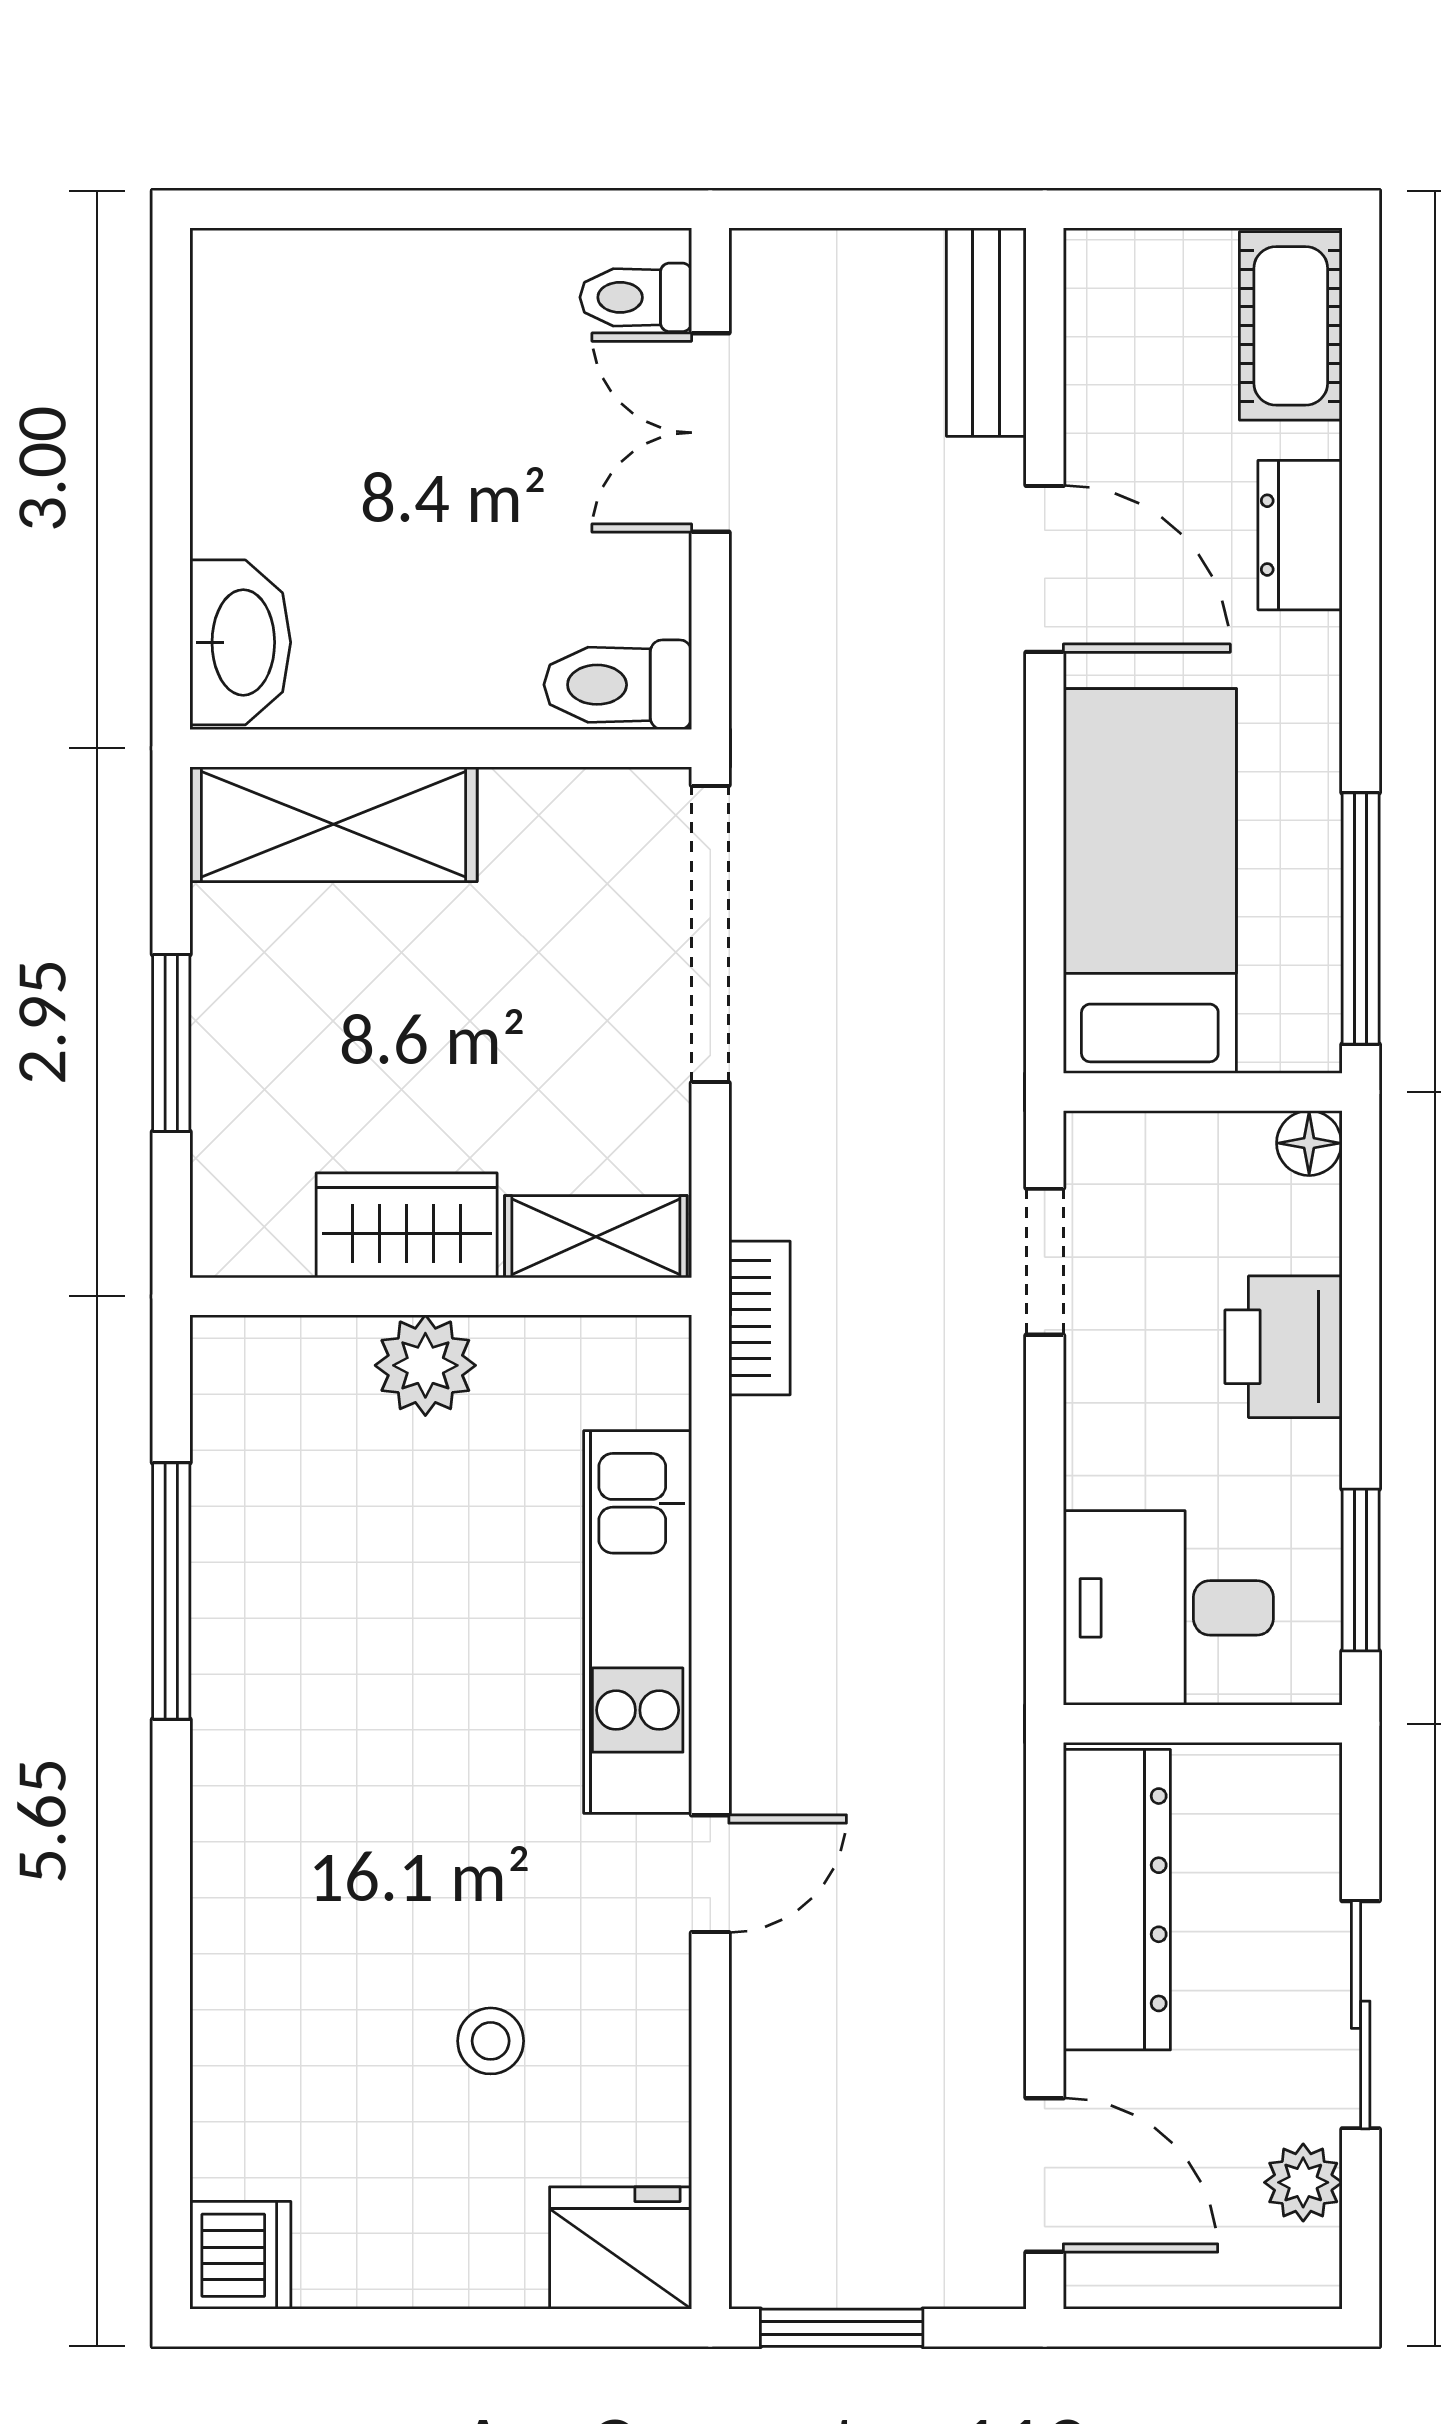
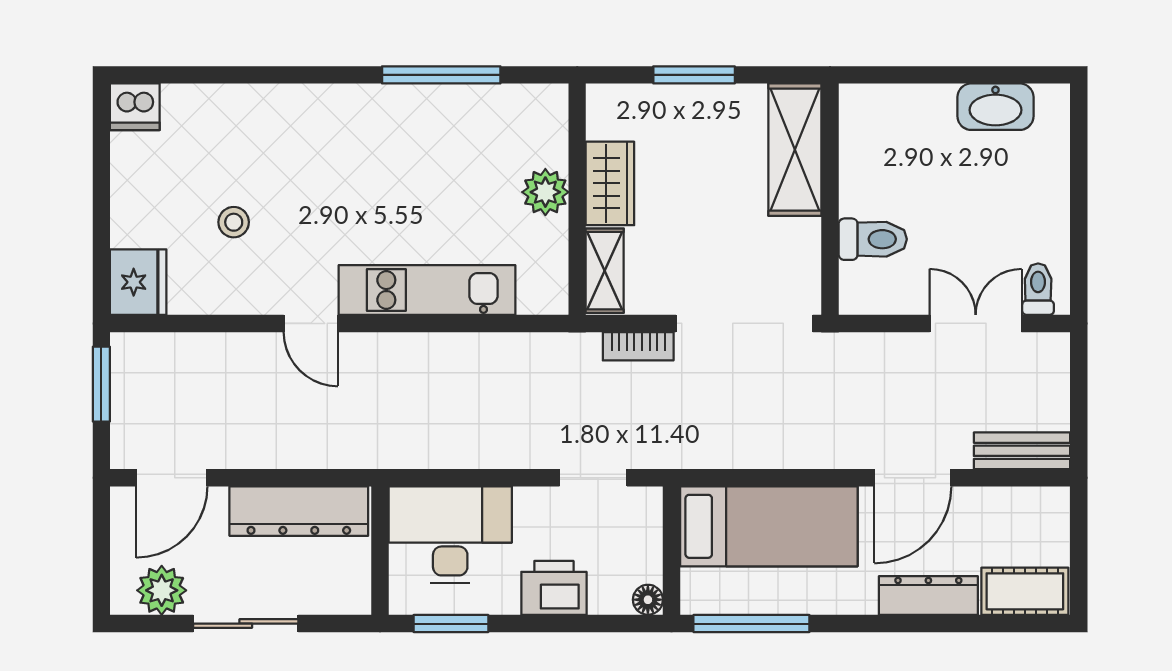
dresser: (1300, 535) -> (928, 596), width x1.44
washbasin: (240, 642) -> (995, 107), moved
toilet: (618, 685) -> (873, 239), moved, turned 90
bookcase: (759, 1318) -> (638, 346), moved
desk: (1168, 1608) -> (450, 535), width x1.37
plant: (1303, 2182) -> (162, 590), width x1.38, depth x1.38

